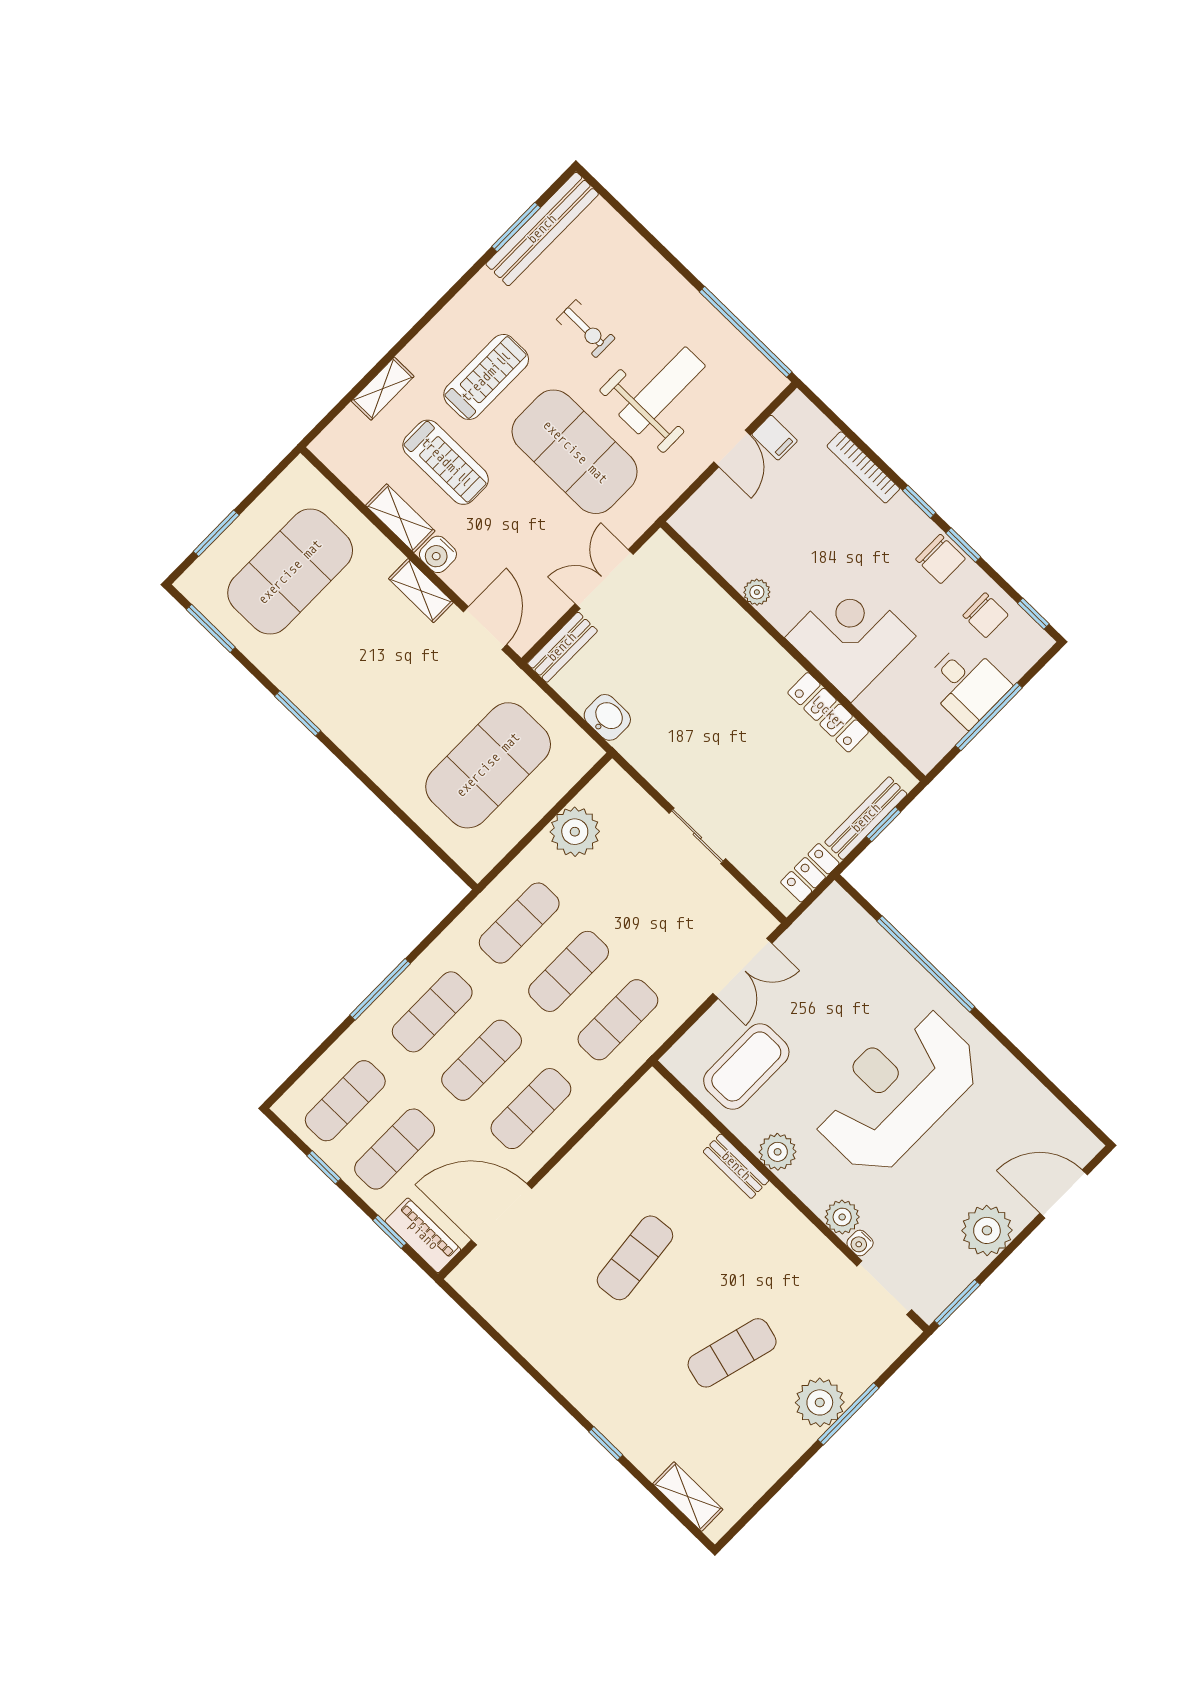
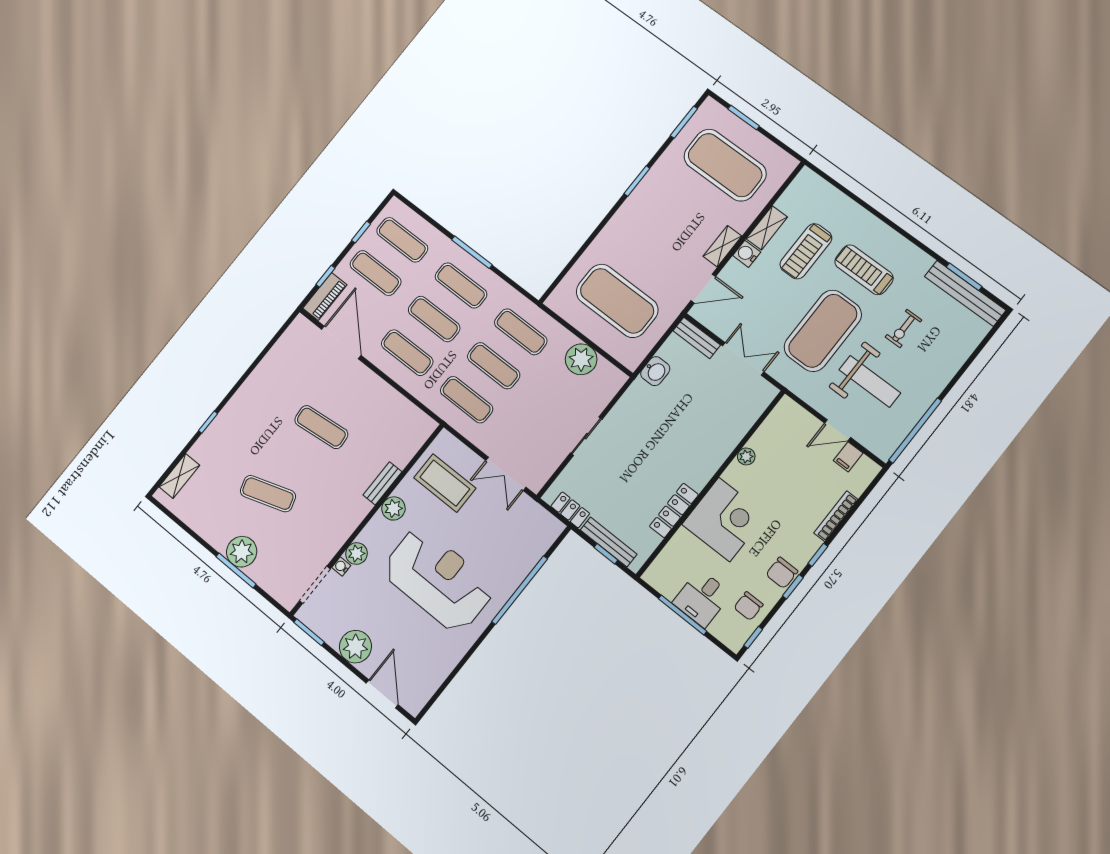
treadmill: (486, 377) -> (864, 270), turned 180
shelving: (383, 389) -> (848, 207), removed
exercise mat: (732, 1353) -> (268, 494), turned -33

